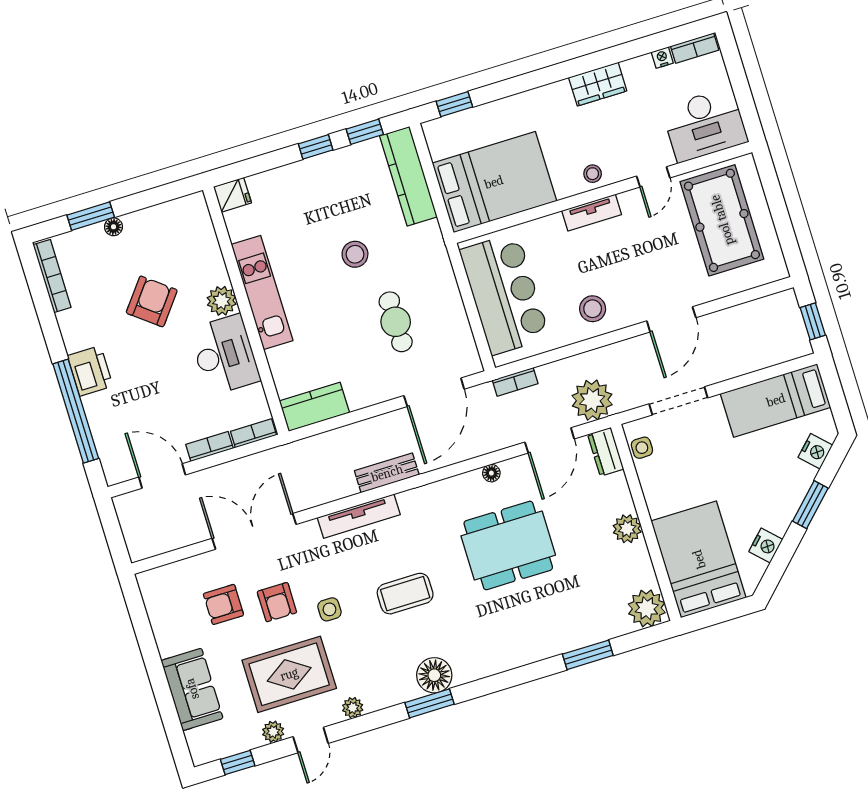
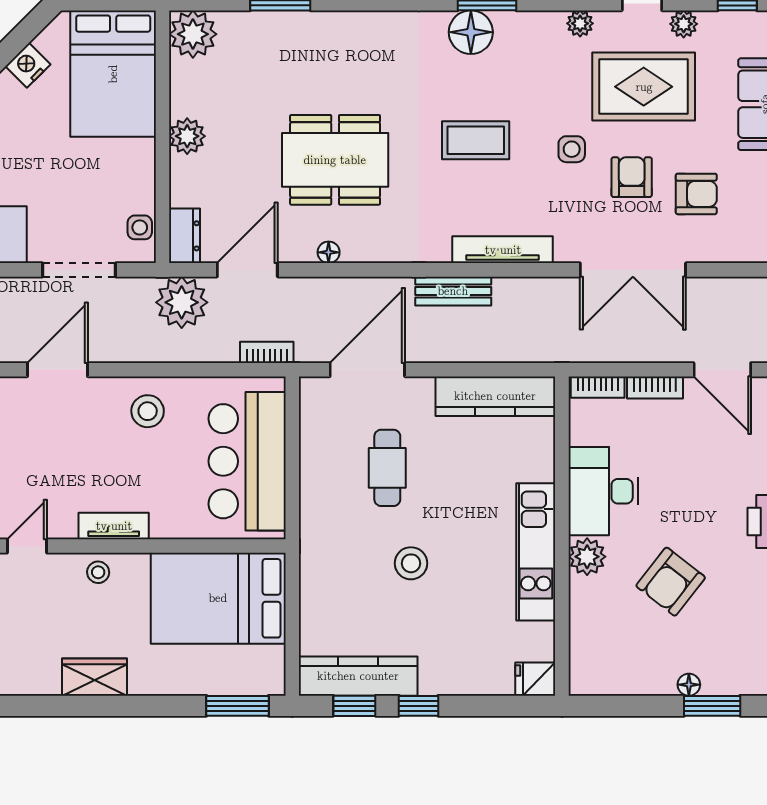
wardrobe: (598, 84) -> (95, 677), moved
window: (454, 104) -> (237, 706), width x1.50
kitchen counter: (408, 176) -> (358, 676), moved, turned -90
kitchen counter: (314, 407) -> (495, 396), width x1.50

